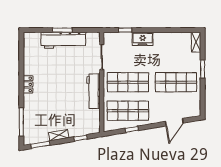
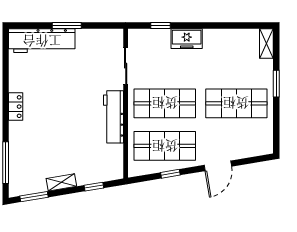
workbench: (63, 40) -> (42, 41), moved
door: (174, 122) -> (218, 166), moved

